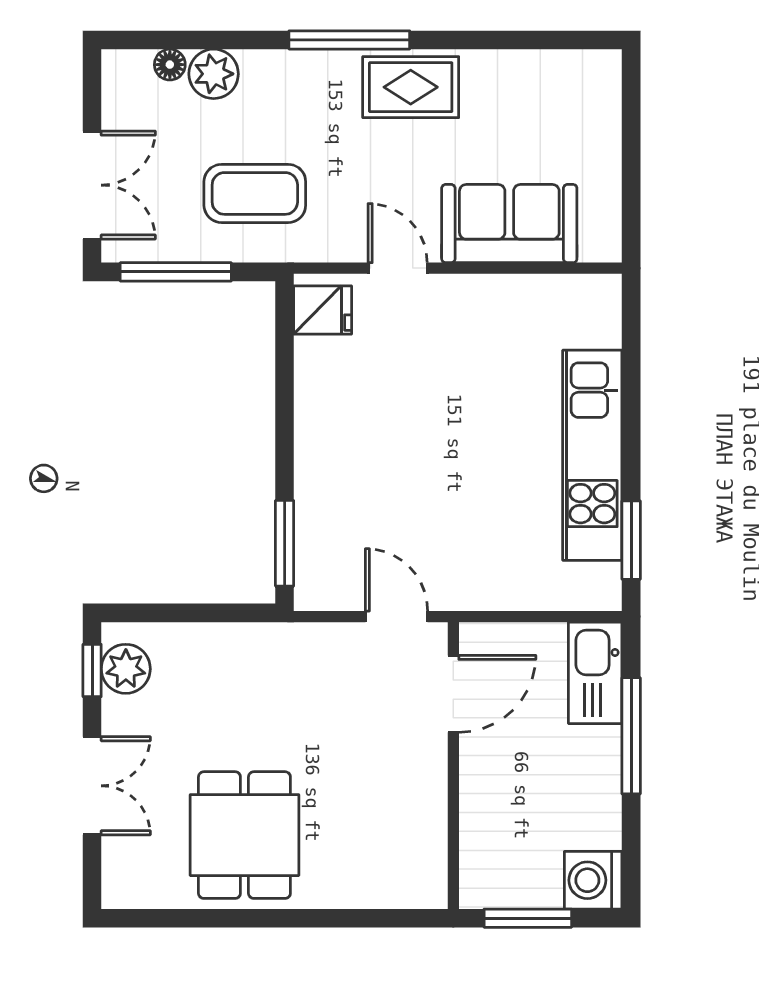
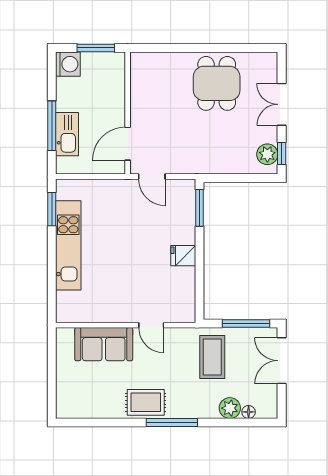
coffee table: (255, 193) -> (212, 357), turned 90
fridge: (323, 310) -> (183, 256), moved
kitchen sink: (595, 673) -> (67, 134), moved

